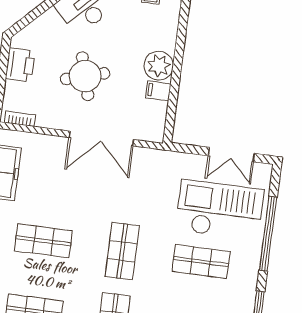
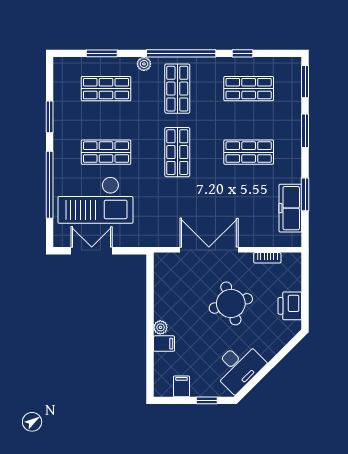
plant: (159, 66) -> (160, 327), width x0.53, depth x0.53
filing cabinet: (158, 91) -> (164, 344), moved
bookcase: (20, 119) -> (267, 258), moved

